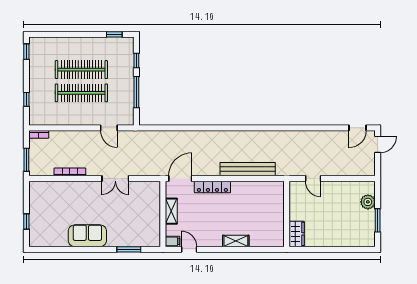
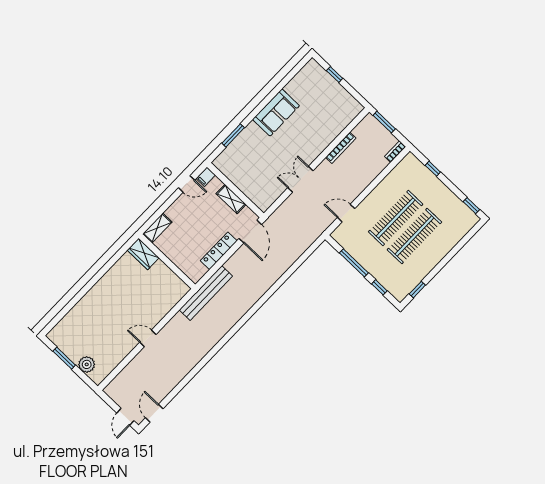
wall: (287, 214) -> (167, 261), moved
wardrobe: (297, 234) -> (143, 254), moved

